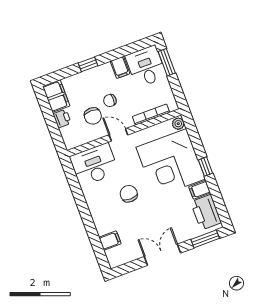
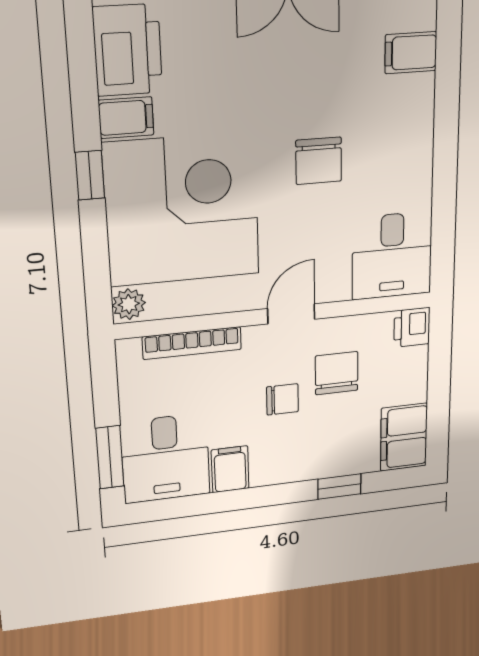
window: (88, 64) -> (339, 487), moved
printer: (62, 118) -> (412, 327), moved
door: (118, 135) -> (291, 314), swing flipped
desk: (94, 165) -> (392, 256), width x0.73

